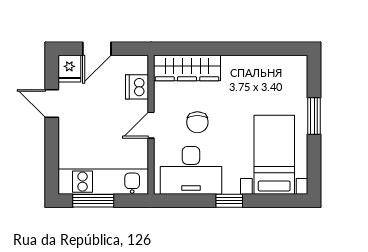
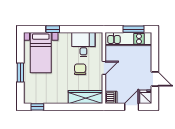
window: (281, 49) -> (37, 107), added
dishwasher: (137, 87) -> (111, 97), moved
desk: (191, 170) -> (83, 45), width x0.73
window: (229, 201) -> (53, 29), moved

